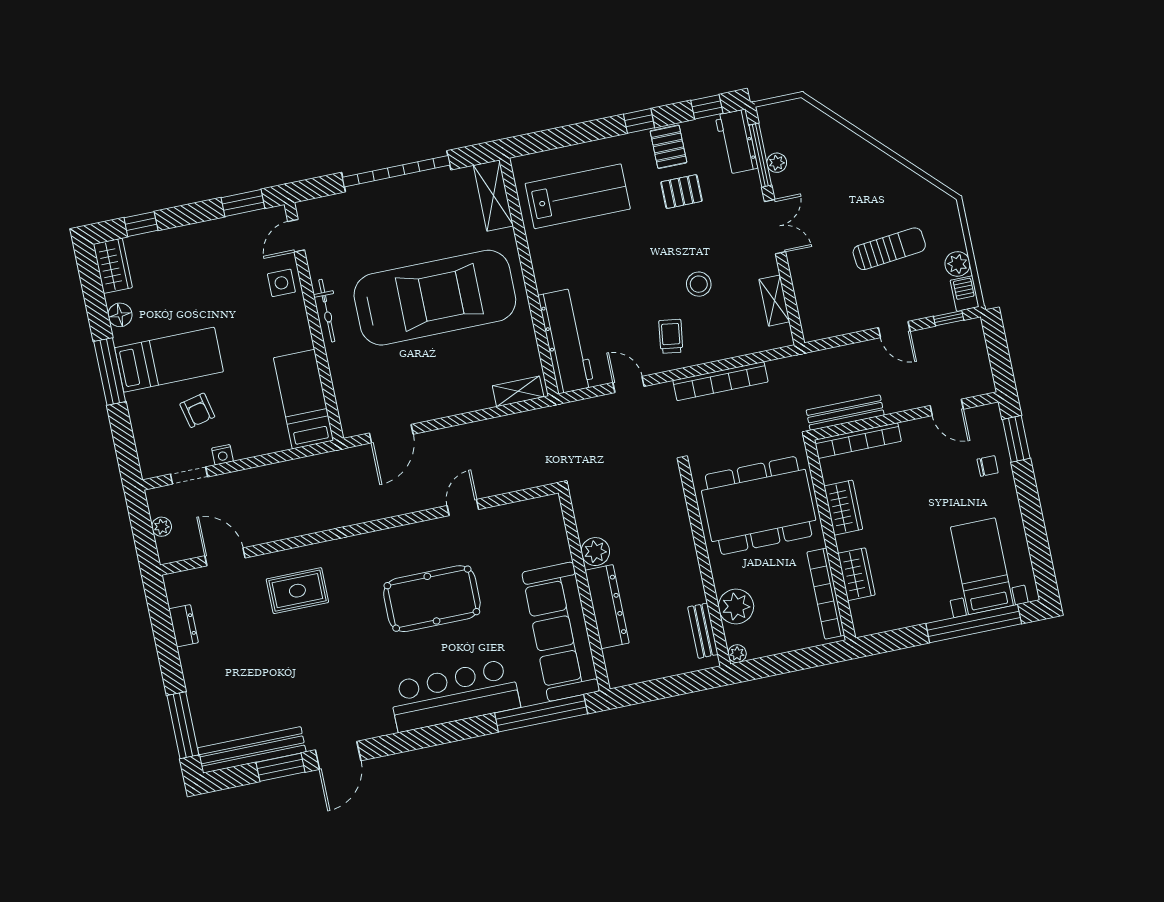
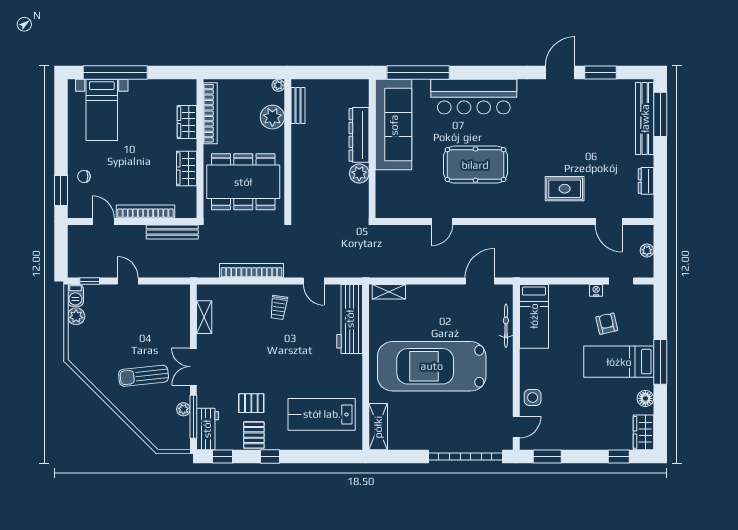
garage door: (396, 171) -> (465, 457), moved
sun lounger: (889, 249) -> (144, 376), moved
stool: (699, 284) -> (253, 339), removed
bicycle: (327, 311) -> (506, 326), moved
bookcase: (858, 441) -> (145, 212), moved
bench: (252, 750) -> (645, 118), moved, turned 90

